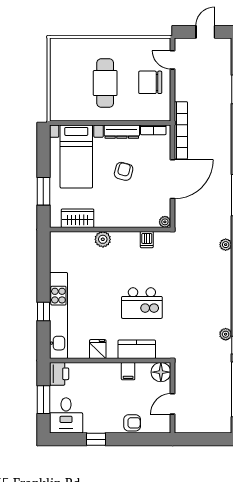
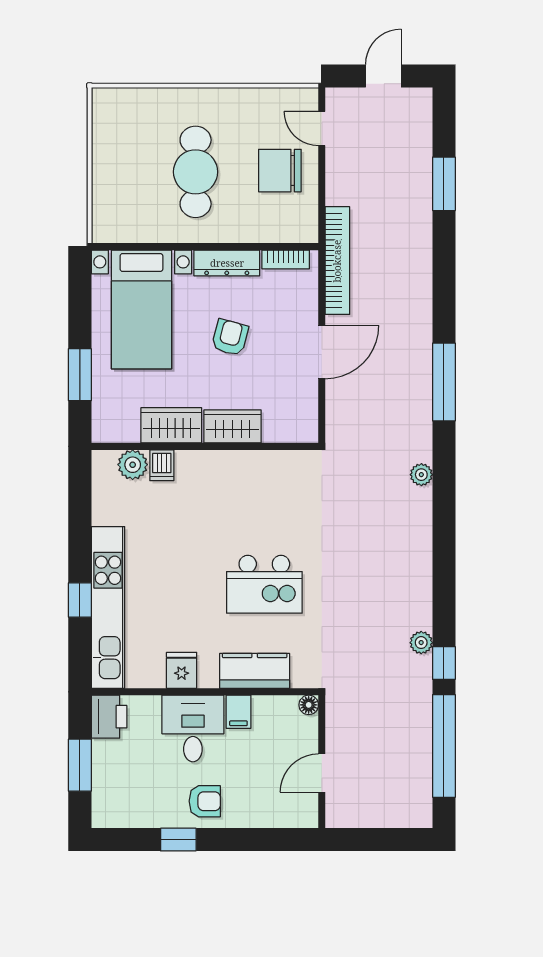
door: (173, 179) -> (322, 352), width x0.73
wardrobe: (78, 218) -> (171, 425), moved
wardrobe: (125, 219) -> (233, 426), added
plant: (165, 222) -> (307, 432), removed
plant: (103, 239) -> (133, 465), moved
dishwasher: (147, 240) -> (162, 465), moved
floor lamp: (161, 372) -> (309, 705), width x0.53, depth x0.53
desk: (66, 415) -> (193, 728), moved, turned 180
armchair: (132, 423) -> (205, 801), moved

